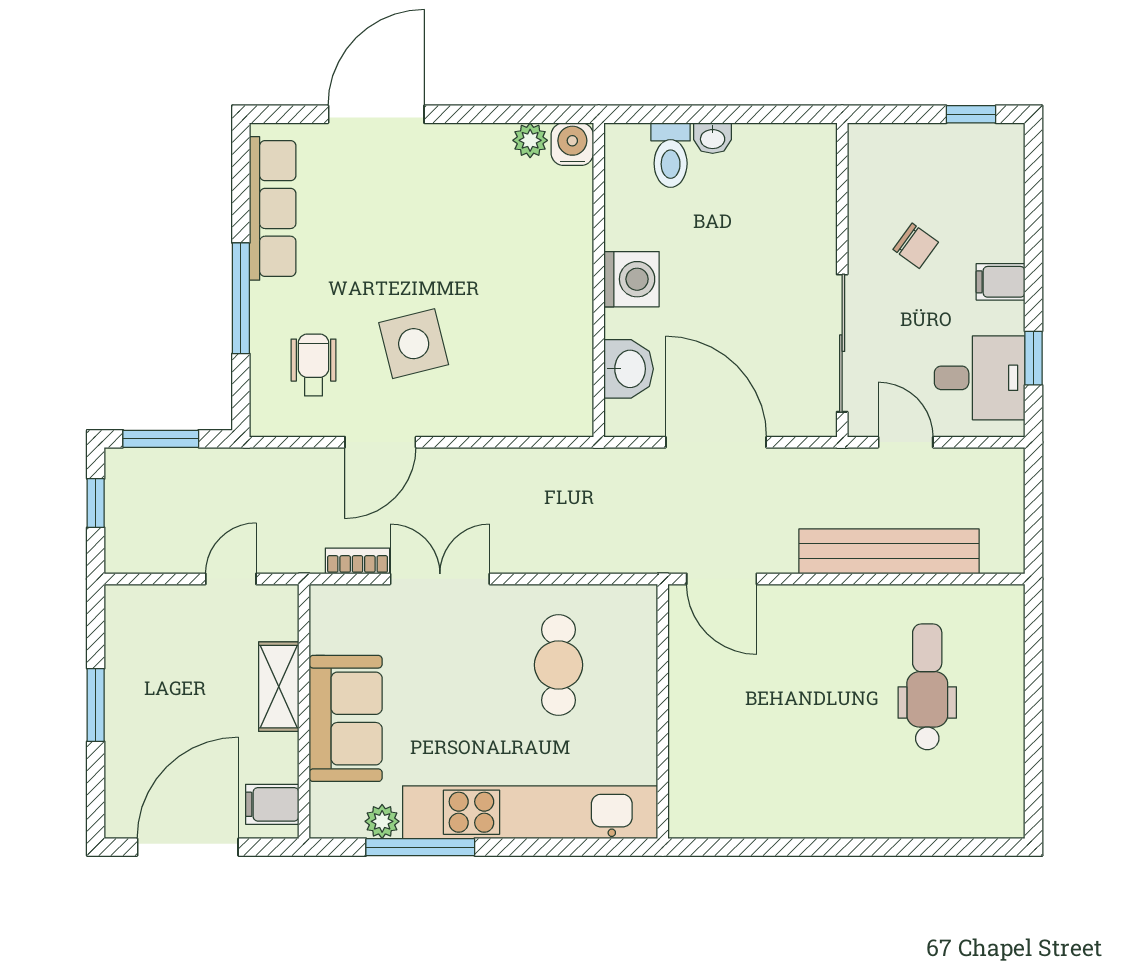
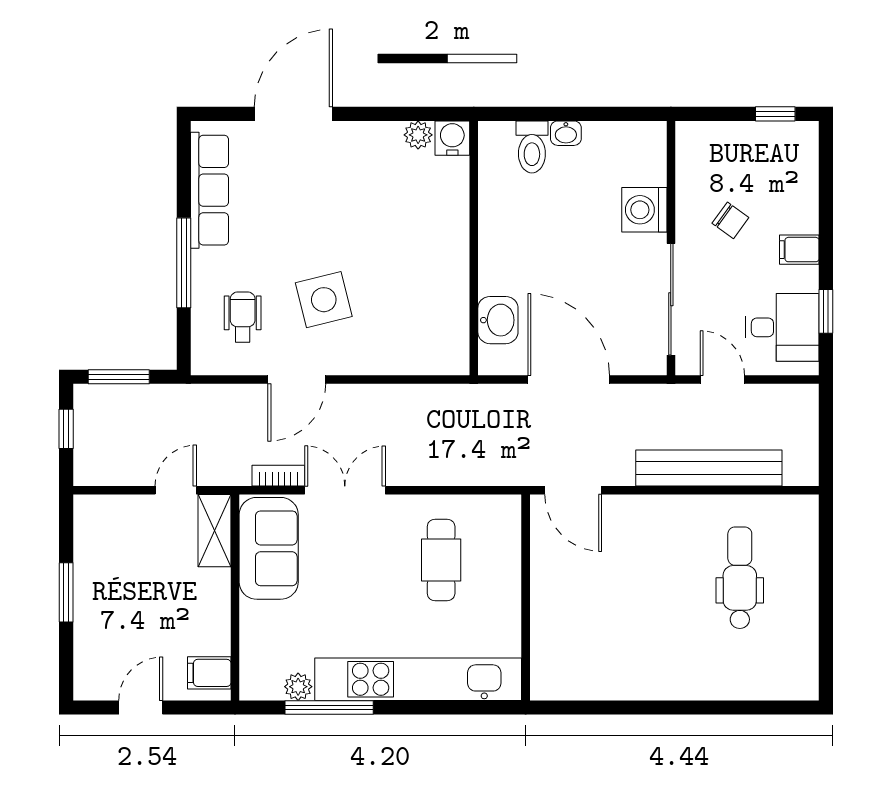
washing machine: (632, 279) -> (644, 210), moved, turned 180
shelving: (279, 687) -> (215, 531), moved
sofa: (346, 718) -> (269, 548), moved
door: (188, 847) -> (141, 708), width x0.53

